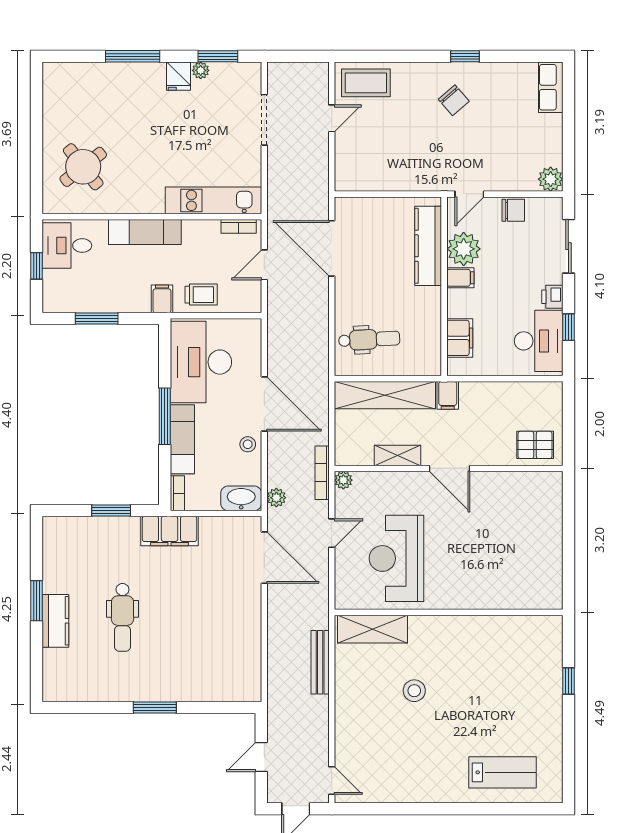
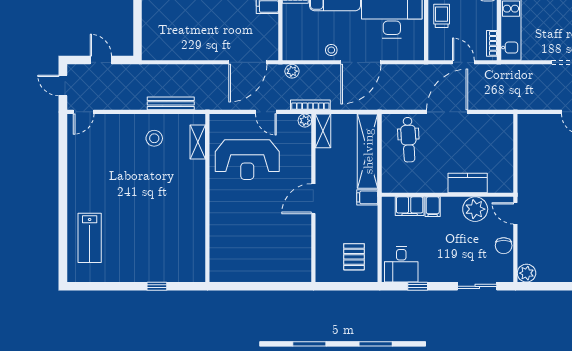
kitchen counter: (428, 246) -> (468, 183), width x0.67
door: (332, 248) -> (447, 112), moved
filing cabinet: (460, 278) -> (433, 207), moved
trolley: (201, 295) -> (442, 16), turned 180
printer: (552, 297) -> (440, 274), removed
desk: (539, 341) -> (401, 264), width x0.73
pallet: (535, 445) -> (354, 257), moved
shelving: (398, 455) -> (323, 131), moved
washbasin: (241, 498) -> (291, 45), removed
reception desk: (396, 558) -> (247, 160), turned 180
shelving: (372, 629) -> (198, 142), width x0.67, depth x0.75
stool: (414, 691) -> (154, 138), moved

